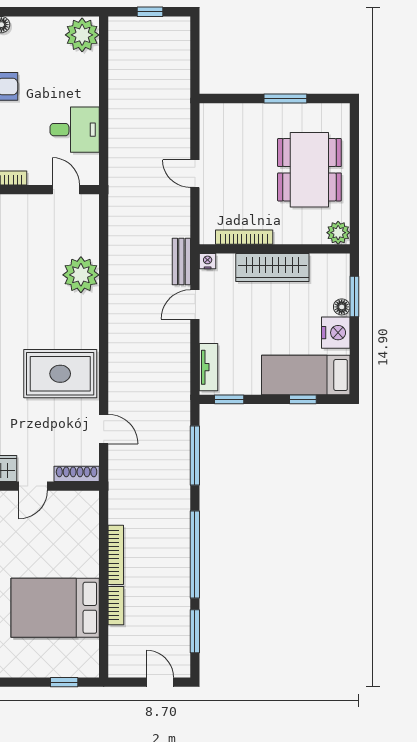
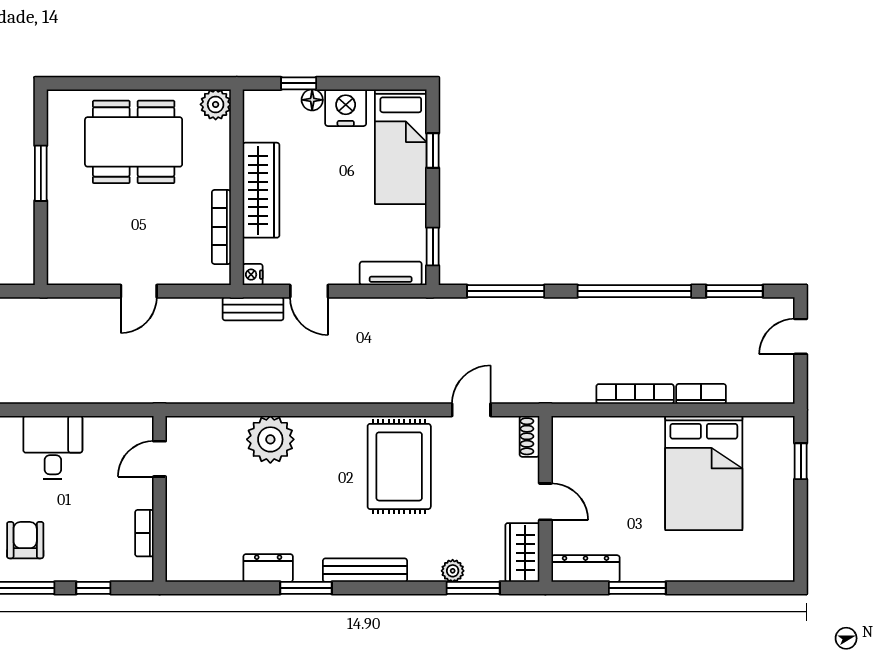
desk: (75, 130) -> (53, 448), moved
window: (354, 297) -> (299, 83), width x0.67
shoe rack: (77, 474) -> (530, 436), width x0.70

